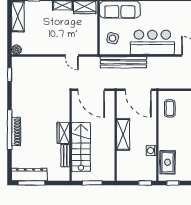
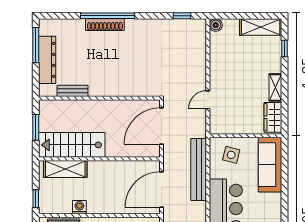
wardrobe: (63, 133) -> (103, 88), removed
shelving: (123, 134) -> (65, 169), moved
stairs: (81, 147) -> (72, 145), moved, turned 180
dresser: (29, 174) -> (47, 60), moved

